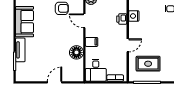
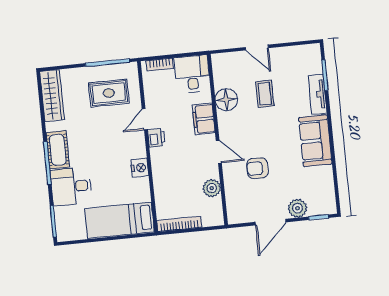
printer: (122, 19) -> (156, 138), moved
filing cabinet: (92, 42) -> (204, 119), width x2.00
coffee table: (53, 54) -> (265, 94), added
door: (55, 82) -> (257, 48), hinge flipped

